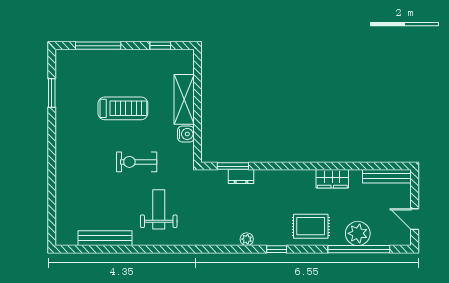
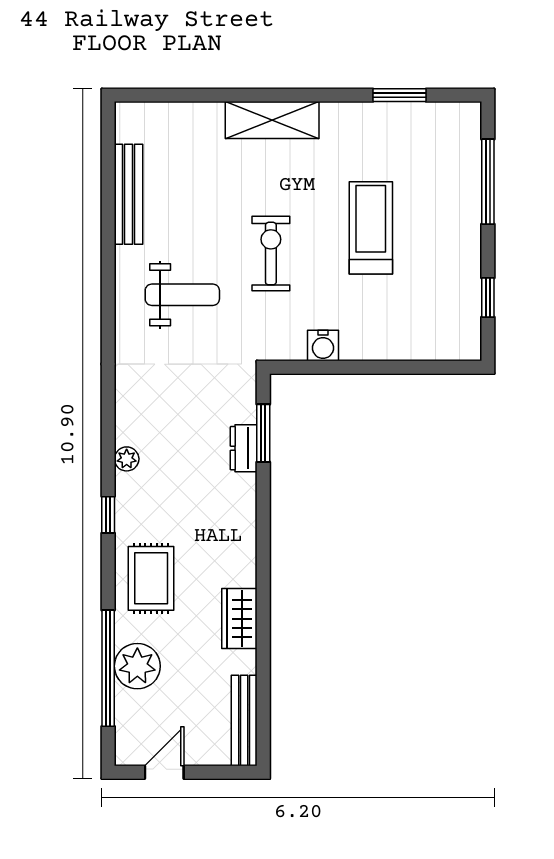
shelving: (184, 99) -> (272, 120), moved
treadmill: (123, 108) -> (371, 228), turned 180

